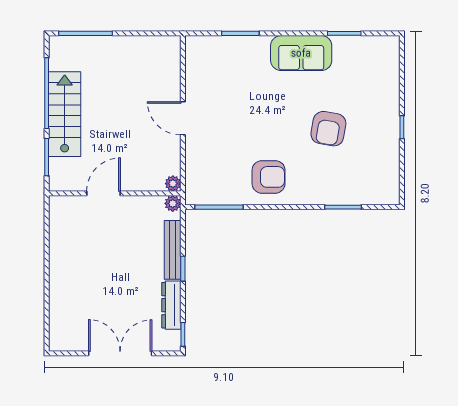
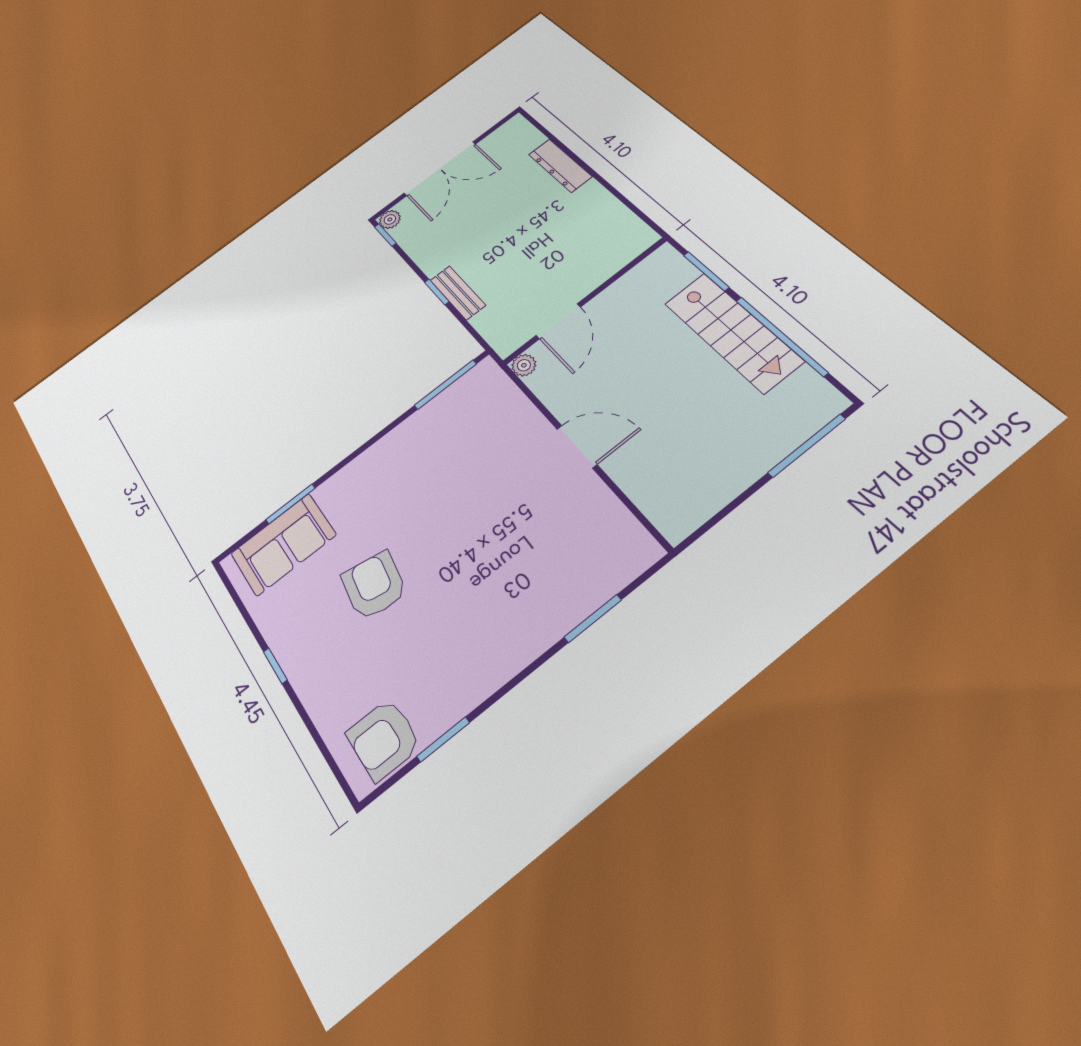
sofa: (301, 53) -> (283, 544), moved, turned 180
armchair: (269, 177) -> (384, 739), moved
door: (104, 193) -> (558, 321), moved
plant: (173, 203) -> (390, 219), moved
bench: (173, 250) -> (458, 293), width x0.73
dresser: (171, 305) -> (560, 165), moved, turned 180

